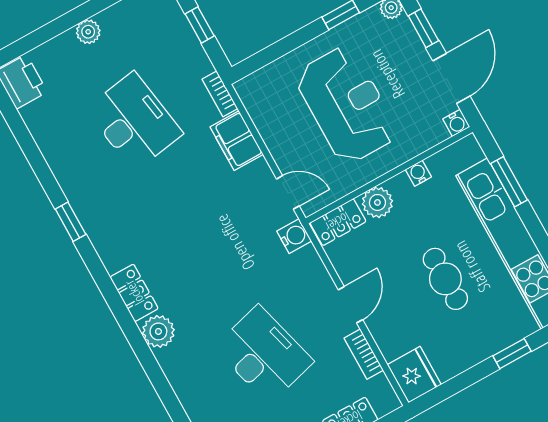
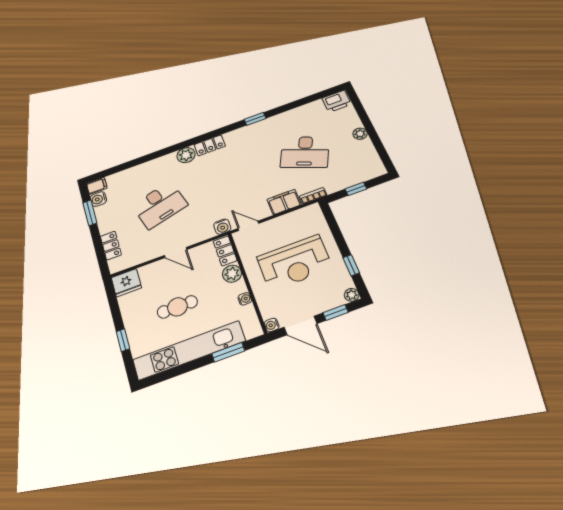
desk: (134, 121) -> (305, 152), turned 33
door: (288, 192) -> (248, 226), swing flipped
bookcase: (364, 354) -> (146, 257), removed

